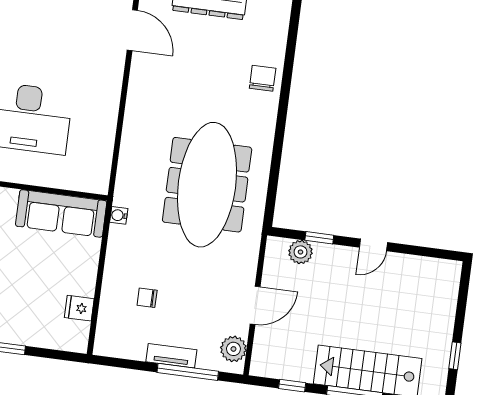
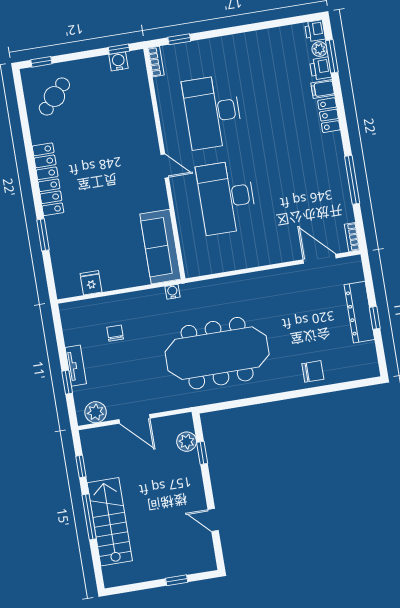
door: (132, 30) -> (320, 259), swing flipped
door: (373, 245) -> (213, 520), moved
window: (455, 356) -> (177, 580), moved
window: (188, 372) -> (67, 382), width x0.46

